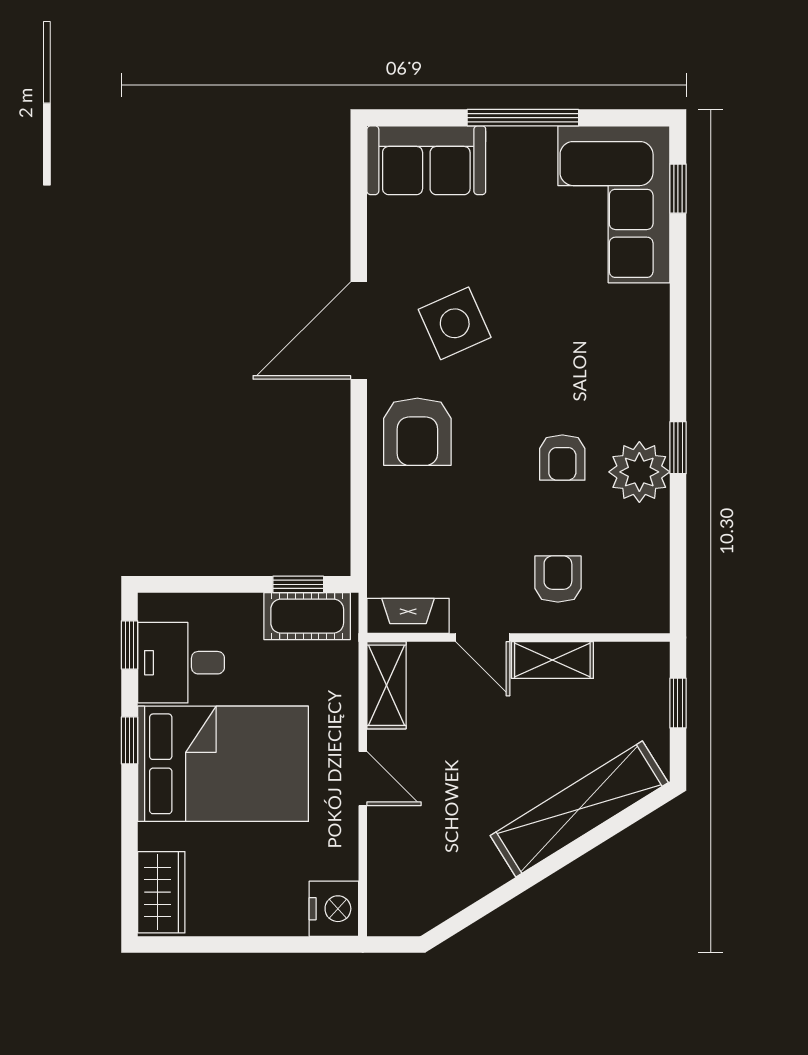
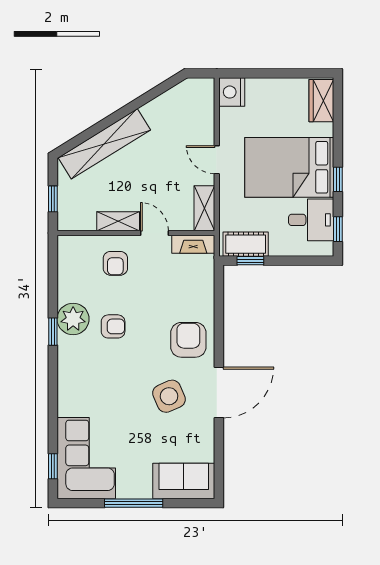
armchair: (562, 458) -> (113, 326), turned 90

